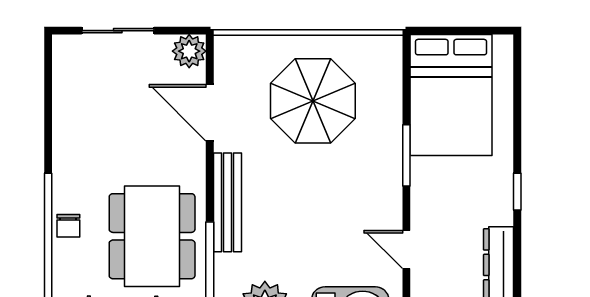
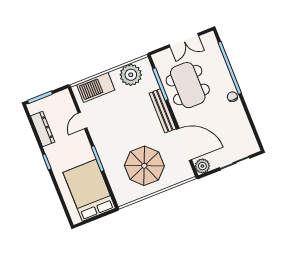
door: (210, 113) -> (184, 144), width x1.36
chair: (68, 226) -> (232, 97), moved
door: (406, 249) -> (83, 120), swing flipped

